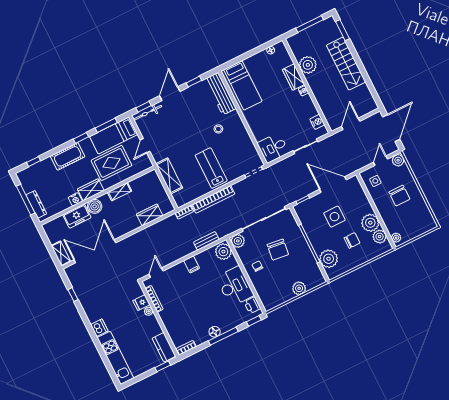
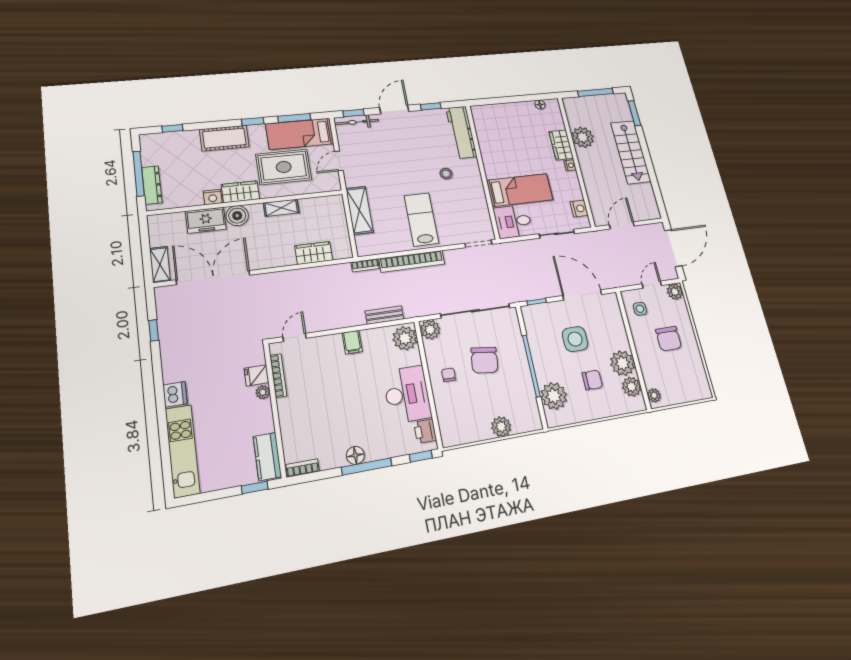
bed: (243, 85) -> (520, 190), moved, turned -90

